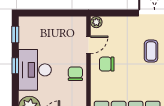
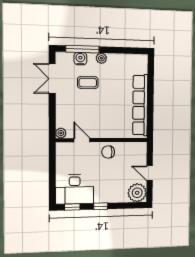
chair: (107, 64) -> (100, 124), removed
desk: (35, 70) -> (75, 189), moved

